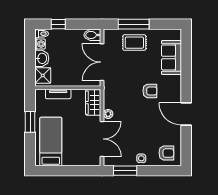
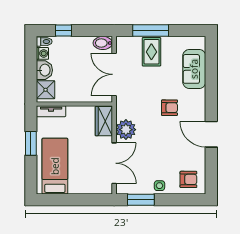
rug: (134, 43) -> (151, 52), turned 90
tv unit: (58, 94) -> (51, 111), moved
plant: (108, 114) -> (126, 130), width x1.88, depth x1.88

